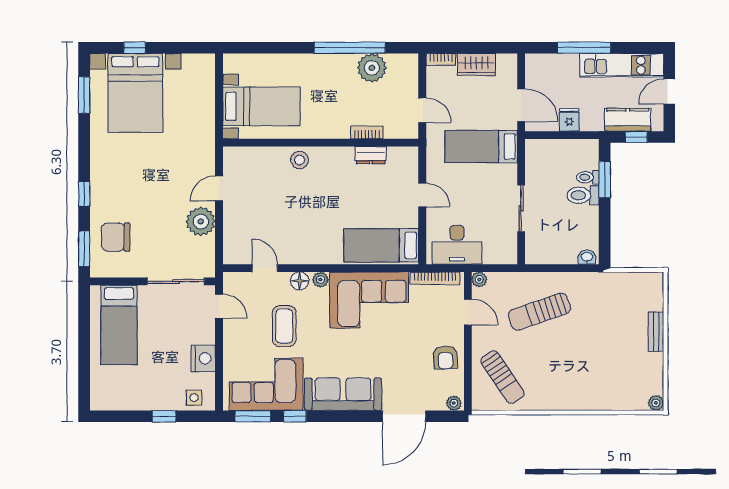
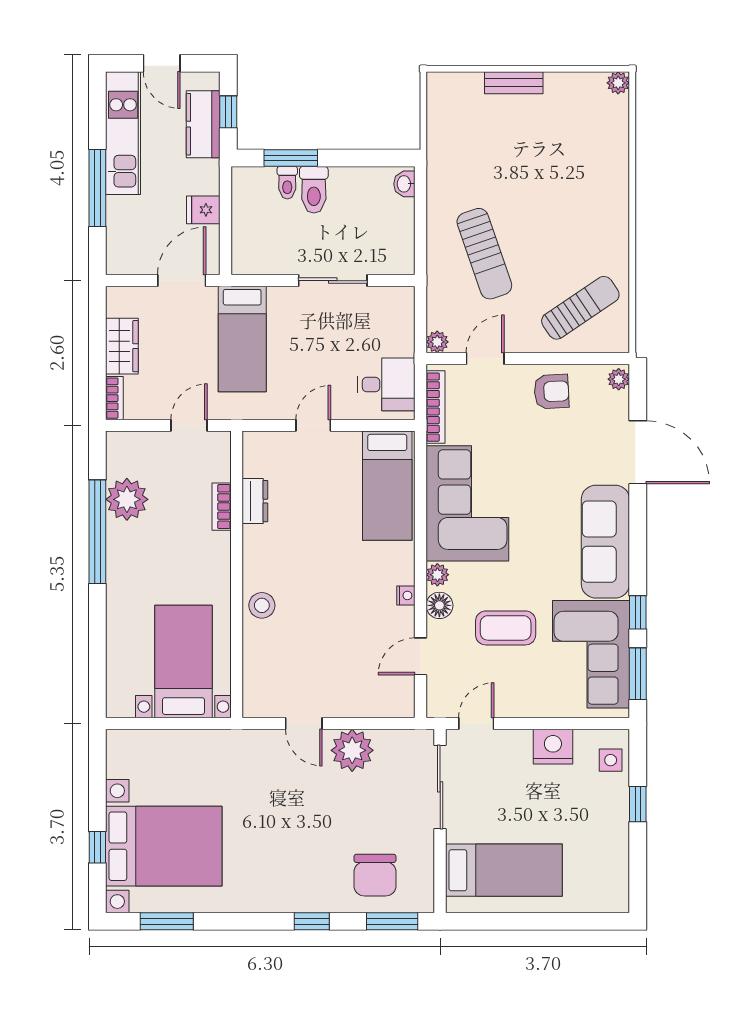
desk: (457, 245) -> (386, 384), width x0.73
nightstand: (306, 258) -> (406, 595), added

